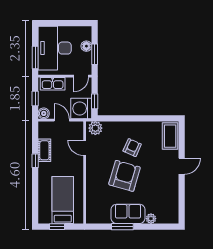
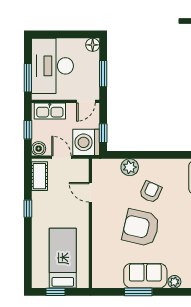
floor lamp: (86, 46) -> (93, 45), moved
plant: (95, 128) -> (130, 167), moved
cot: (44, 150) -> (39, 176), moved
armchair: (125, 176) -> (141, 228), turned -93

